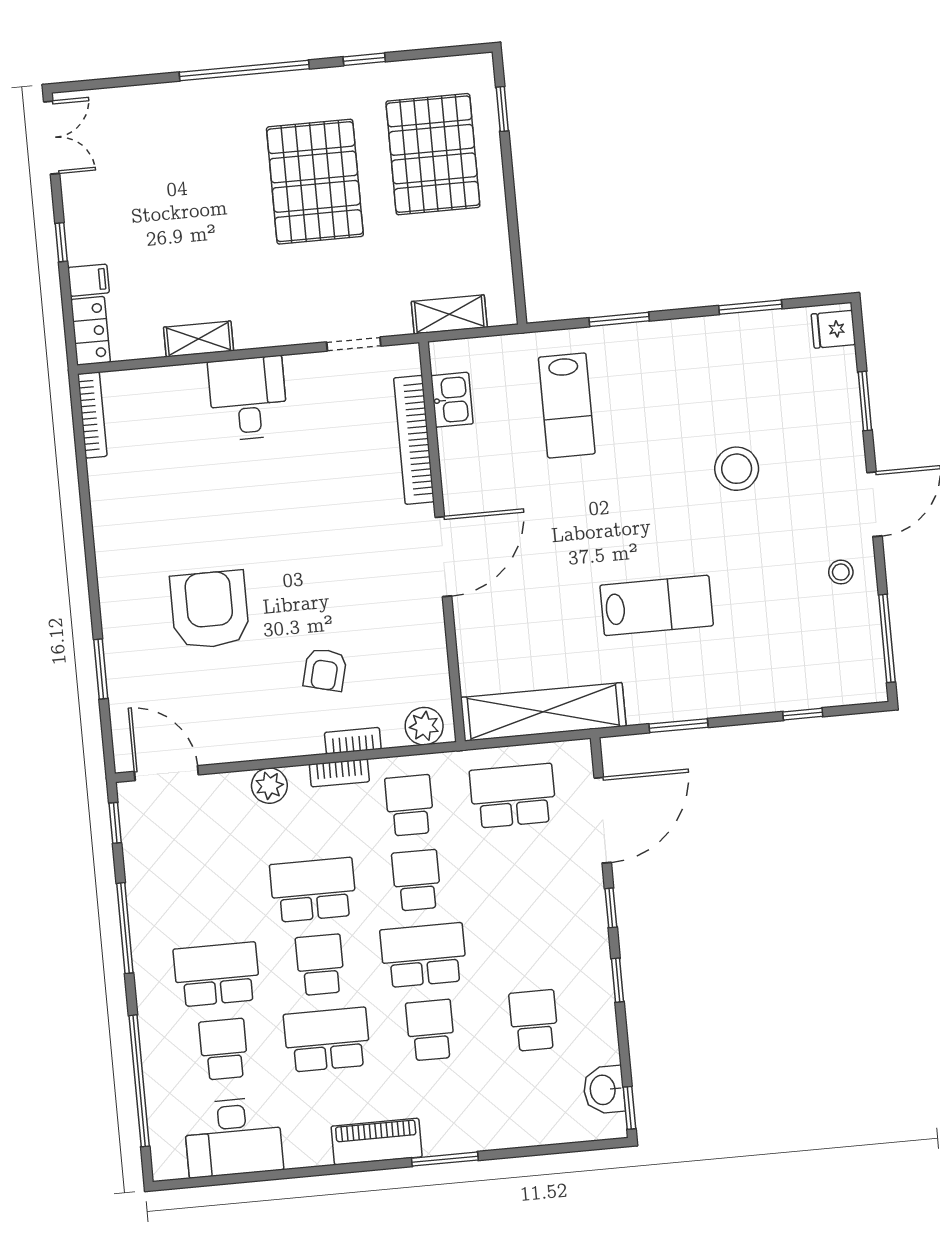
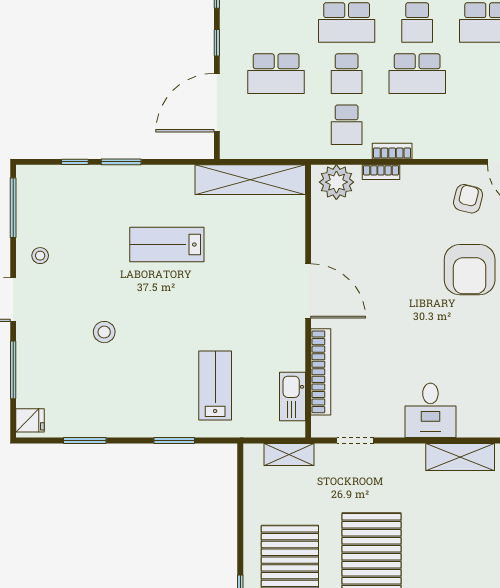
shelving: (199, 339) -> (460, 457), width x1.50, depth x1.33
kitchen sink: (452, 400) -> (292, 397), width x1.38
window: (865, 401) -> (13, 370), width x1.44
stool: (737, 469) -> (104, 332), width x0.73, depth x0.73
door: (443, 557) -> (308, 291), swing flipped
armchair: (325, 670) -> (468, 199), moved
plant: (424, 726) -> (336, 182), width x1.36, depth x1.36
window: (678, 726) -> (121, 162), moved
plant: (269, 786) -> (440, 147), removed
school desk: (513, 796) -> (276, 74), moved

